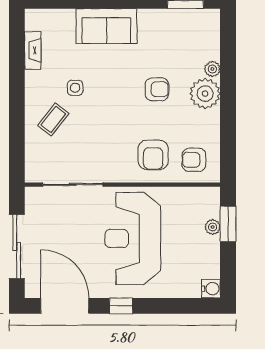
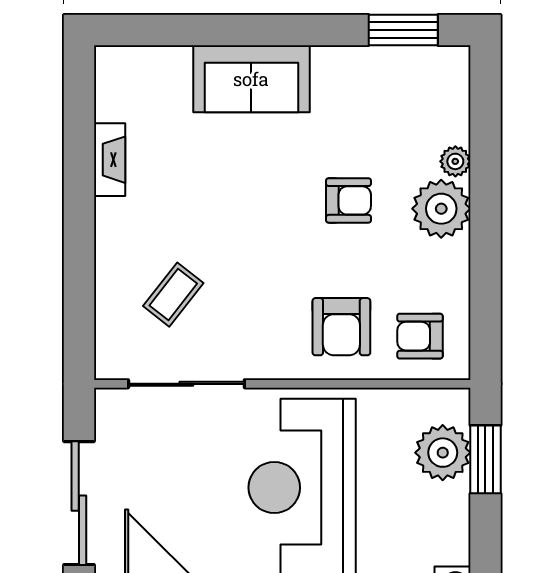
fireplace: (33, 50) -> (110, 160), moved
side table: (75, 88) -> (191, 198), removed
coffee table: (53, 119) -> (173, 295), moved
plant: (213, 227) -> (443, 453), width x1.87, depth x1.87

